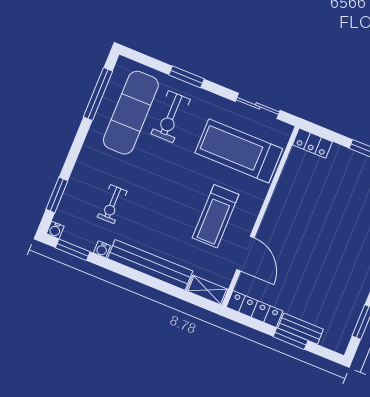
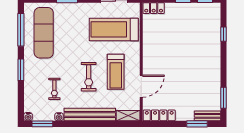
exercise bike: (171, 117) -> (89, 77), moved
window: (57, 195) -> (21, 70), moved
door: (245, 254) -> (141, 86), hinge flipped
bench: (301, 329) -> (207, 116), moved
window: (291, 339) -> (197, 124), moved

